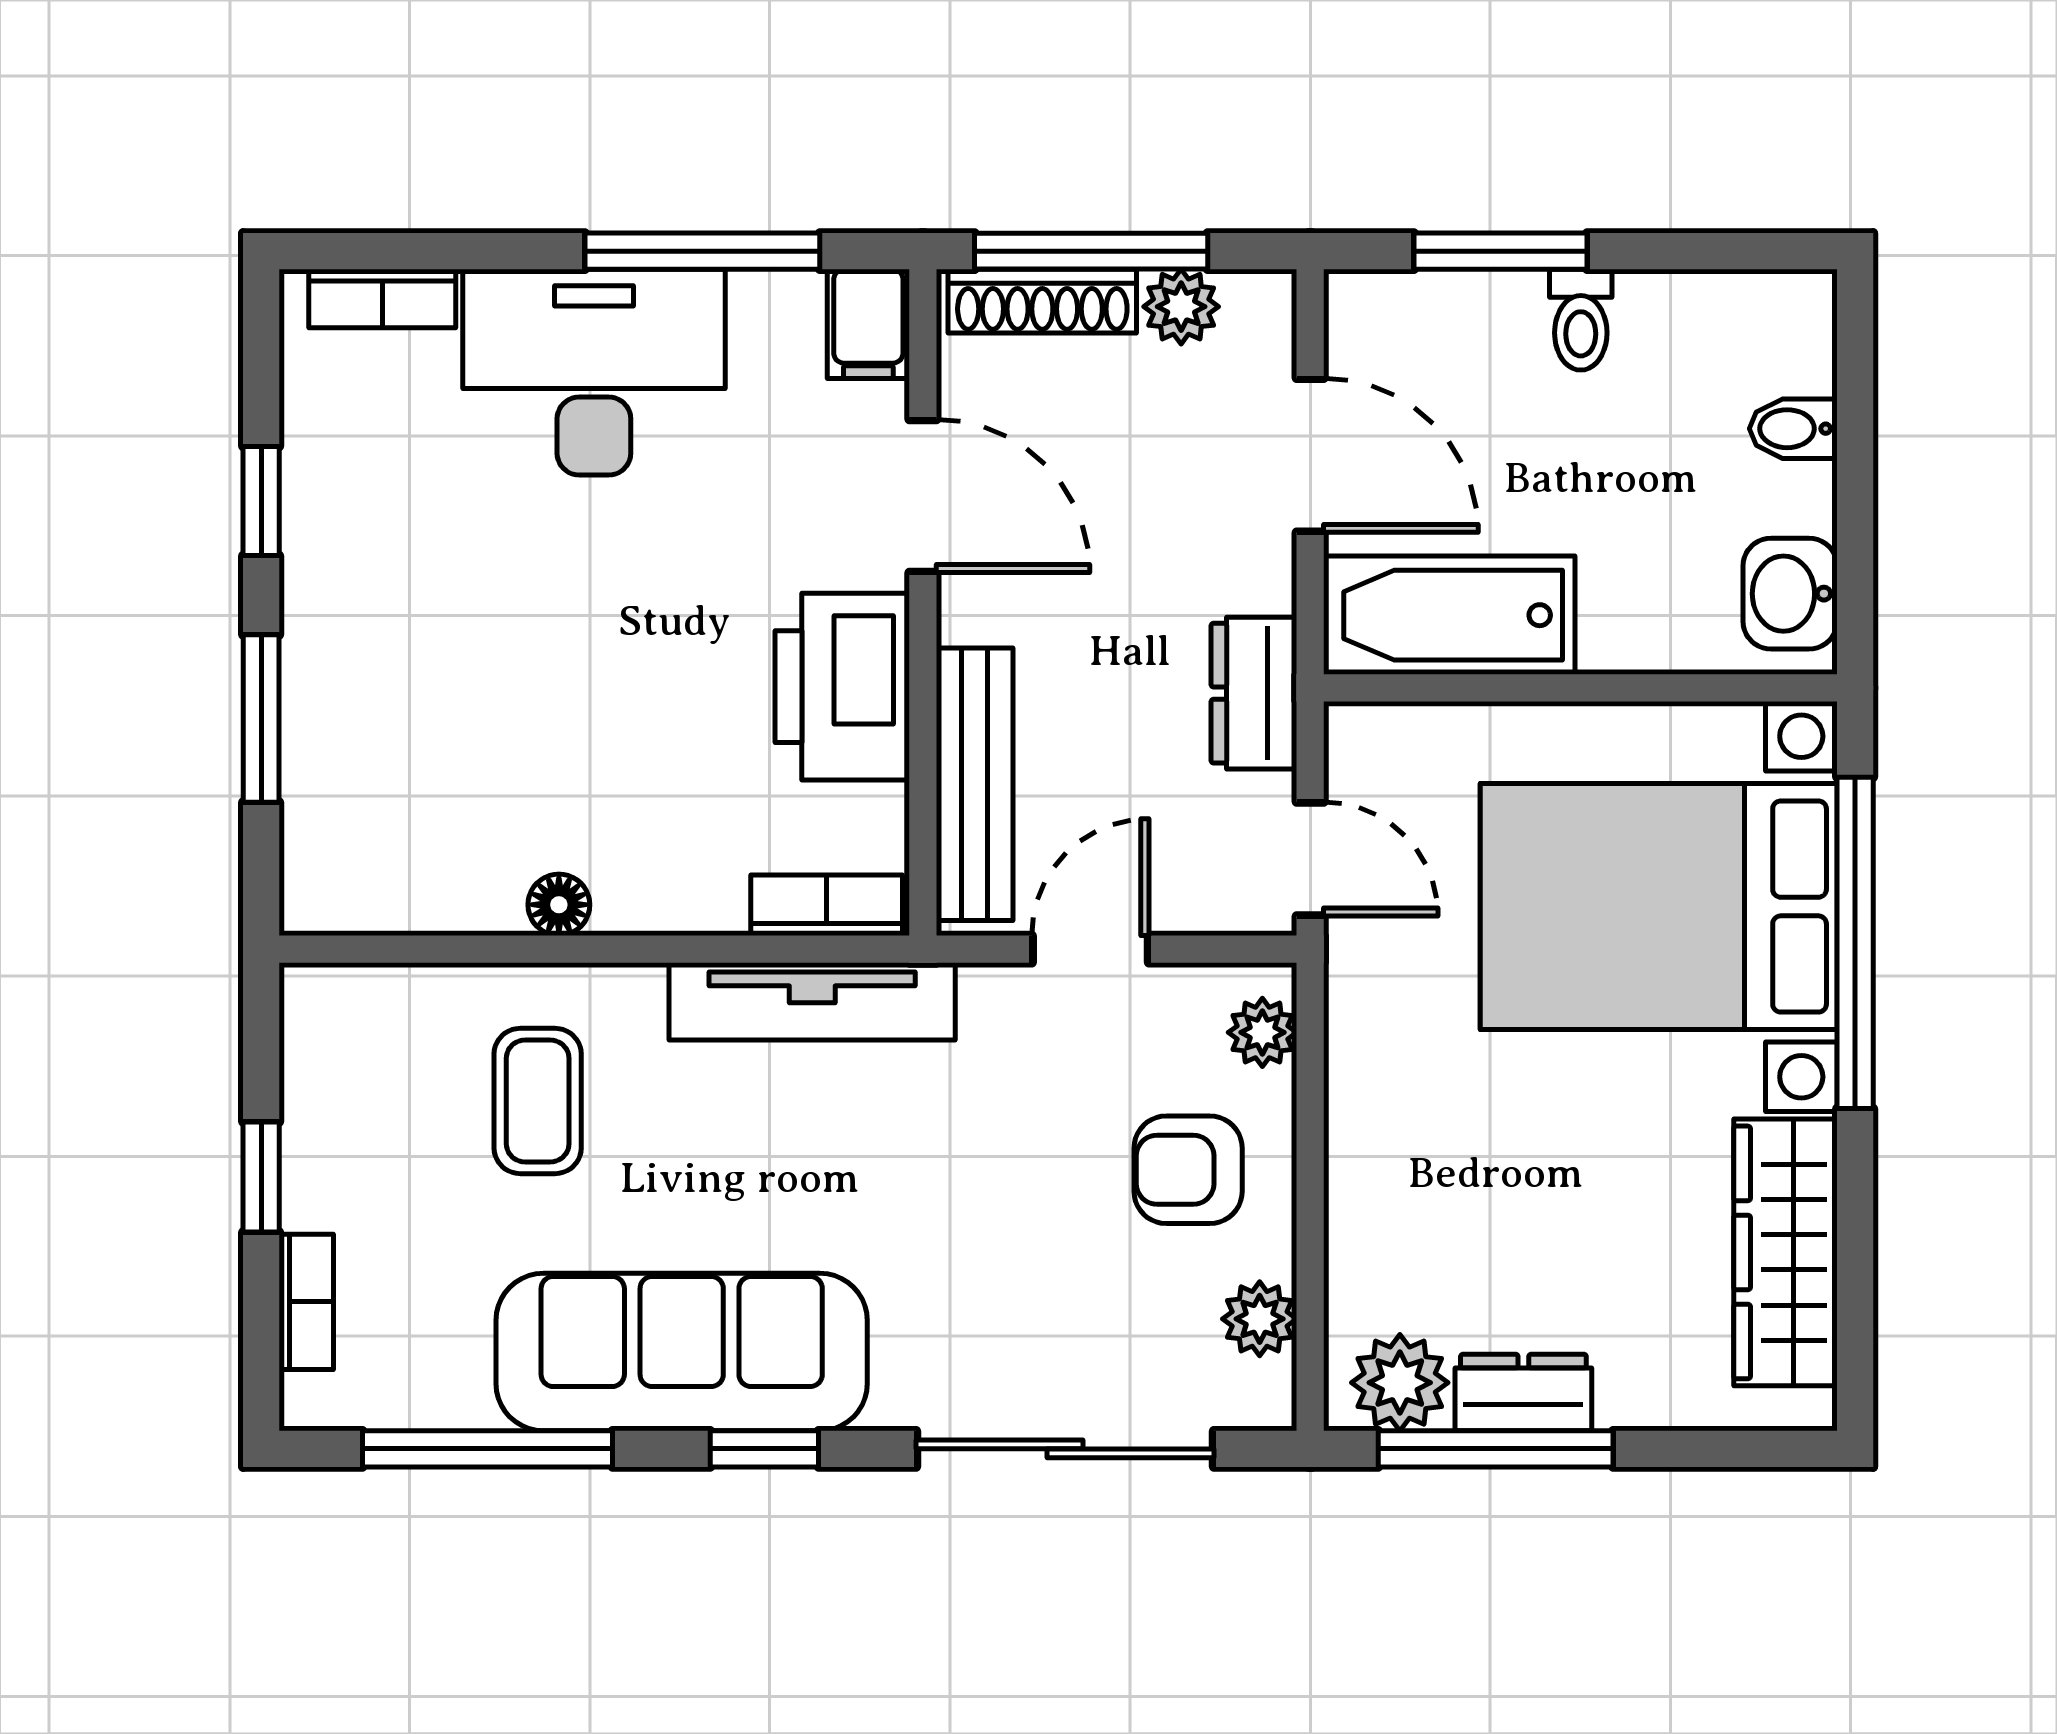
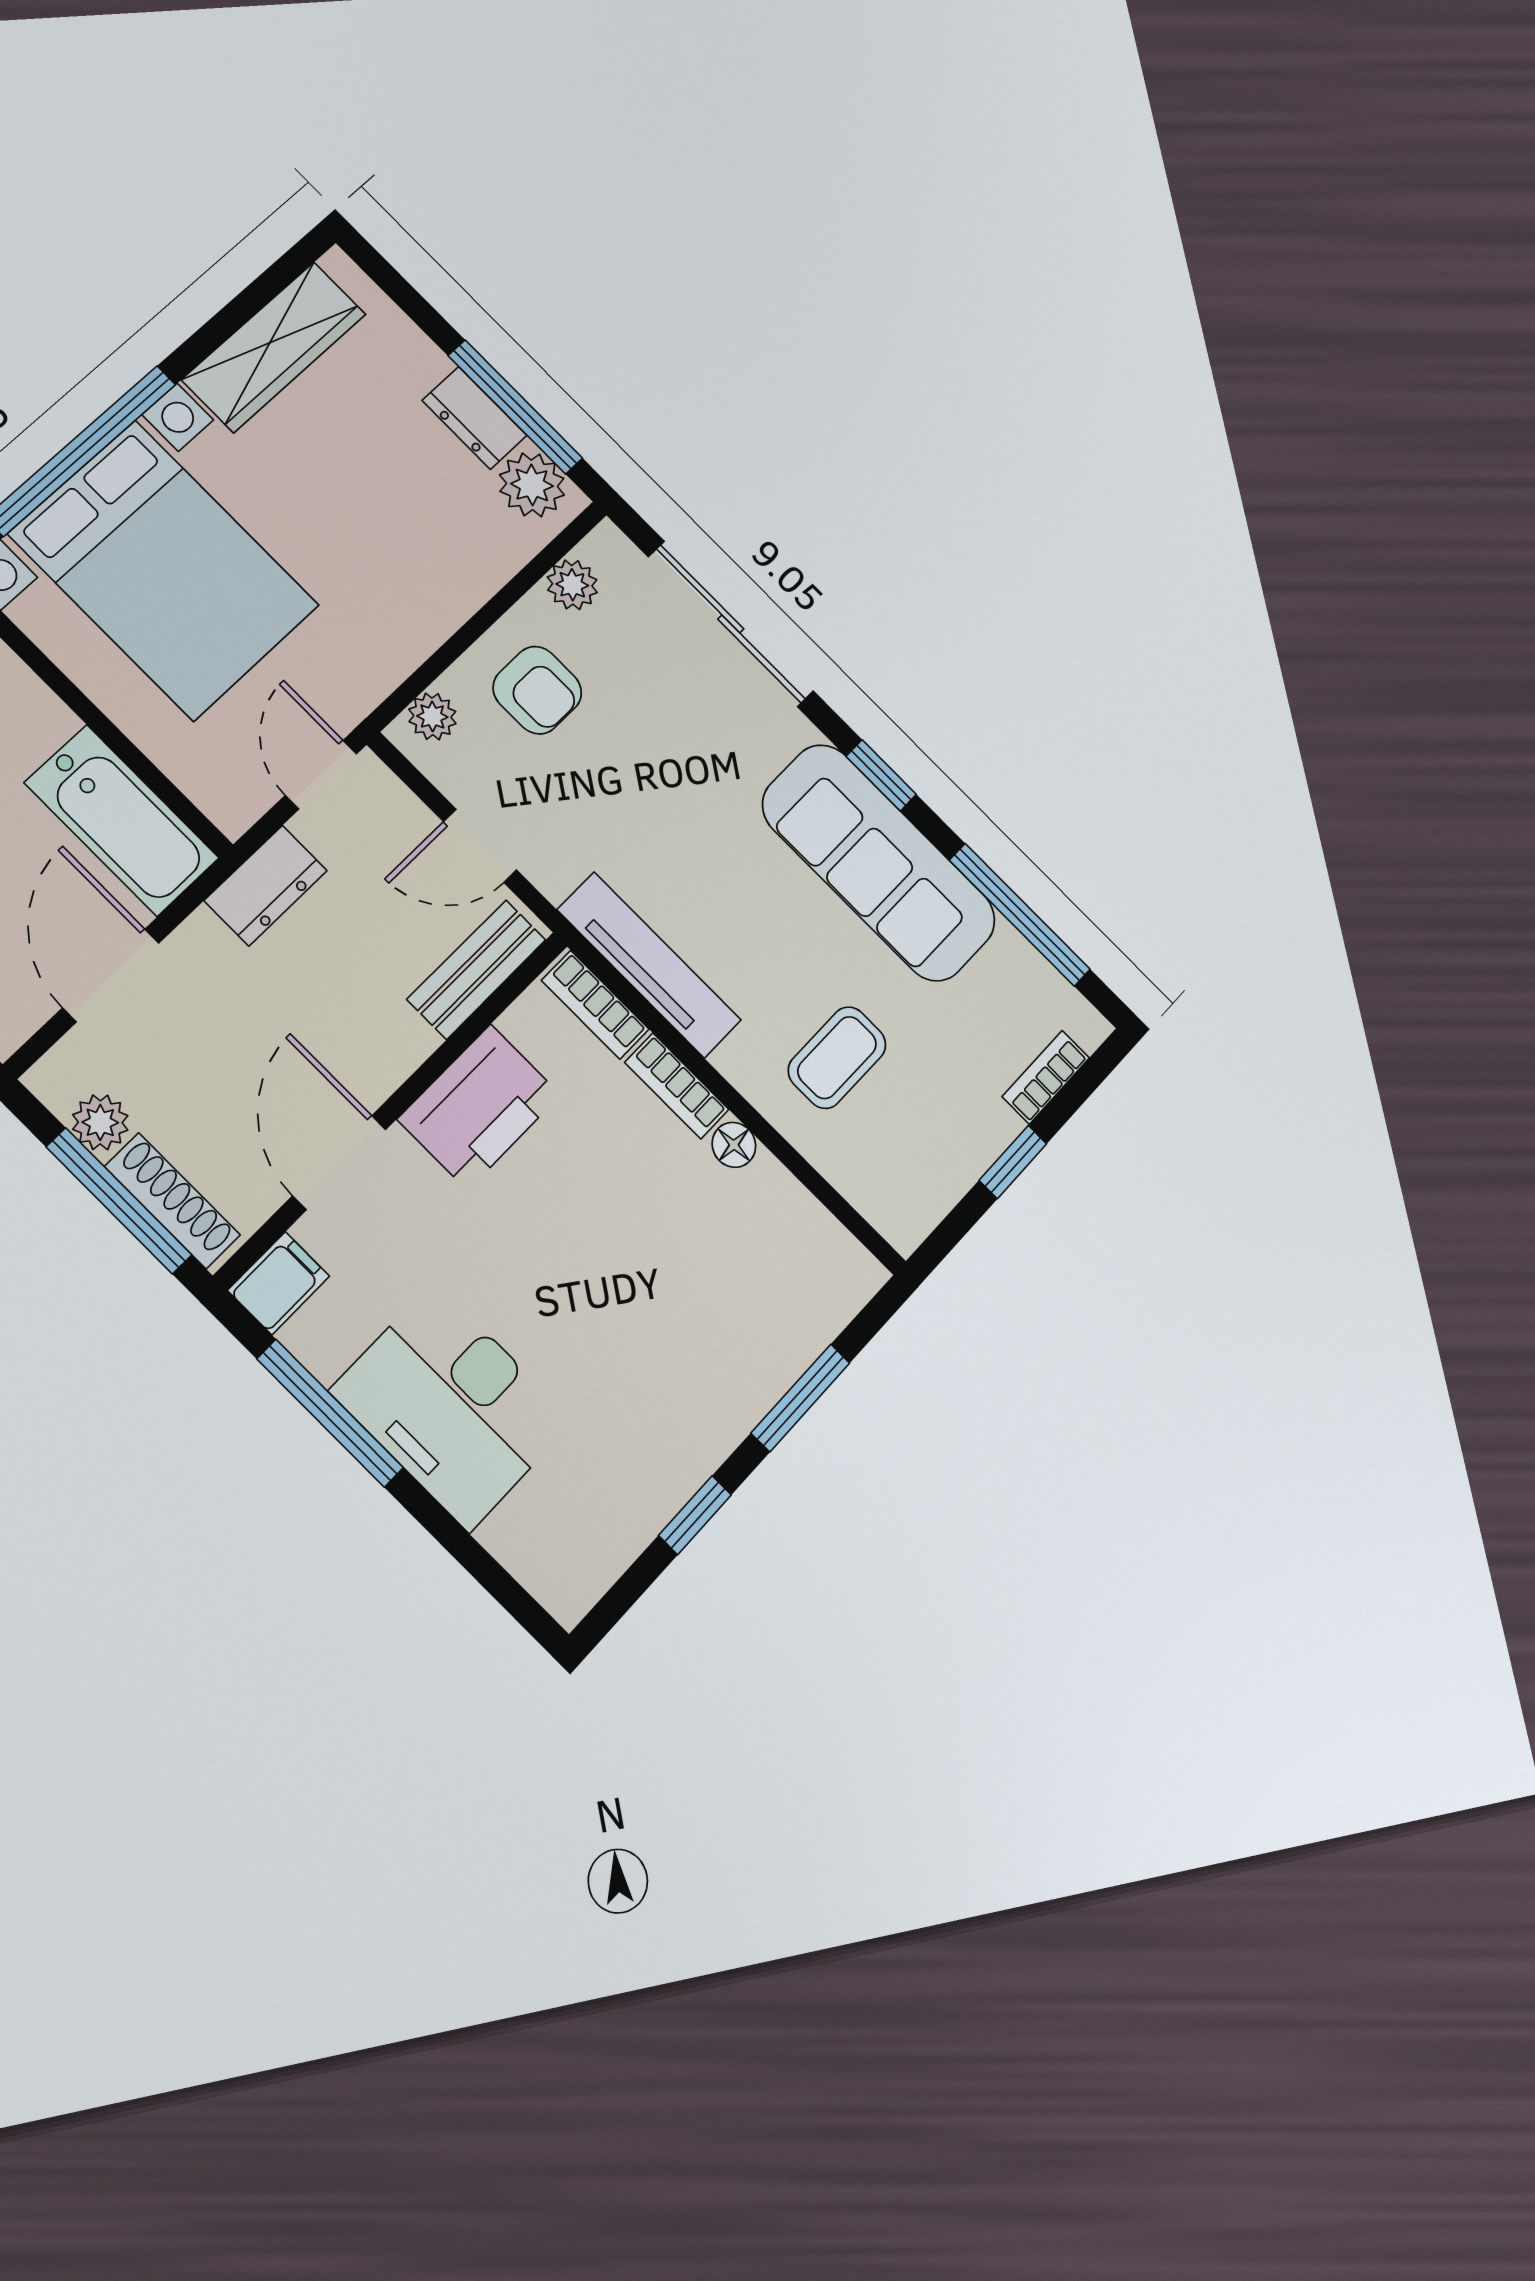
bookcase: (382, 299) -> (677, 1086), moved, turned 180
bench: (975, 784) -> (477, 969), width x0.73

